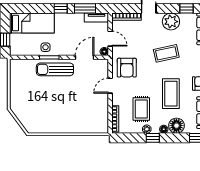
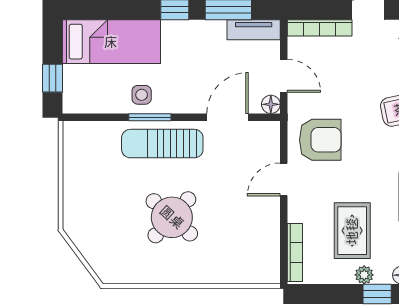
armchair: (127, 68) -> (320, 140), turned -90
round table: (59, 103) -> (172, 217), added

